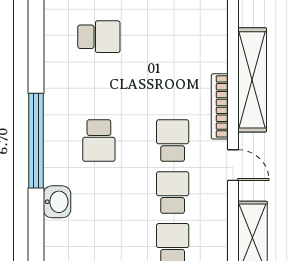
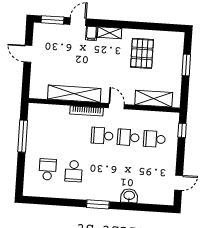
window: (36, 141) -> (98, 204), width x0.47
school desk: (99, 141) -> (74, 171), moved, turned 90
door: (233, 165) -> (116, 106), hinge flipped

